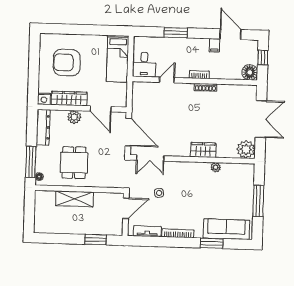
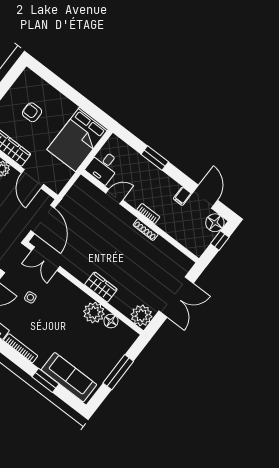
bed: (118, 59) -> (78, 139), width x1.50
armchair: (67, 63) -> (32, 112), width x0.53, depth x0.53
floor lamp: (250, 72) -> (215, 223), moved
plant: (216, 167) -> (94, 313), width x1.87, depth x1.87
floor lamp: (227, 169) -> (111, 321), added

